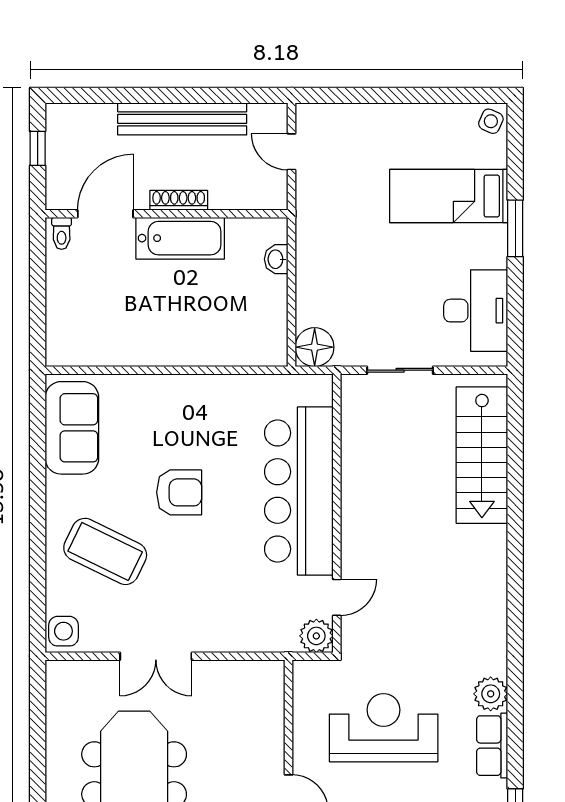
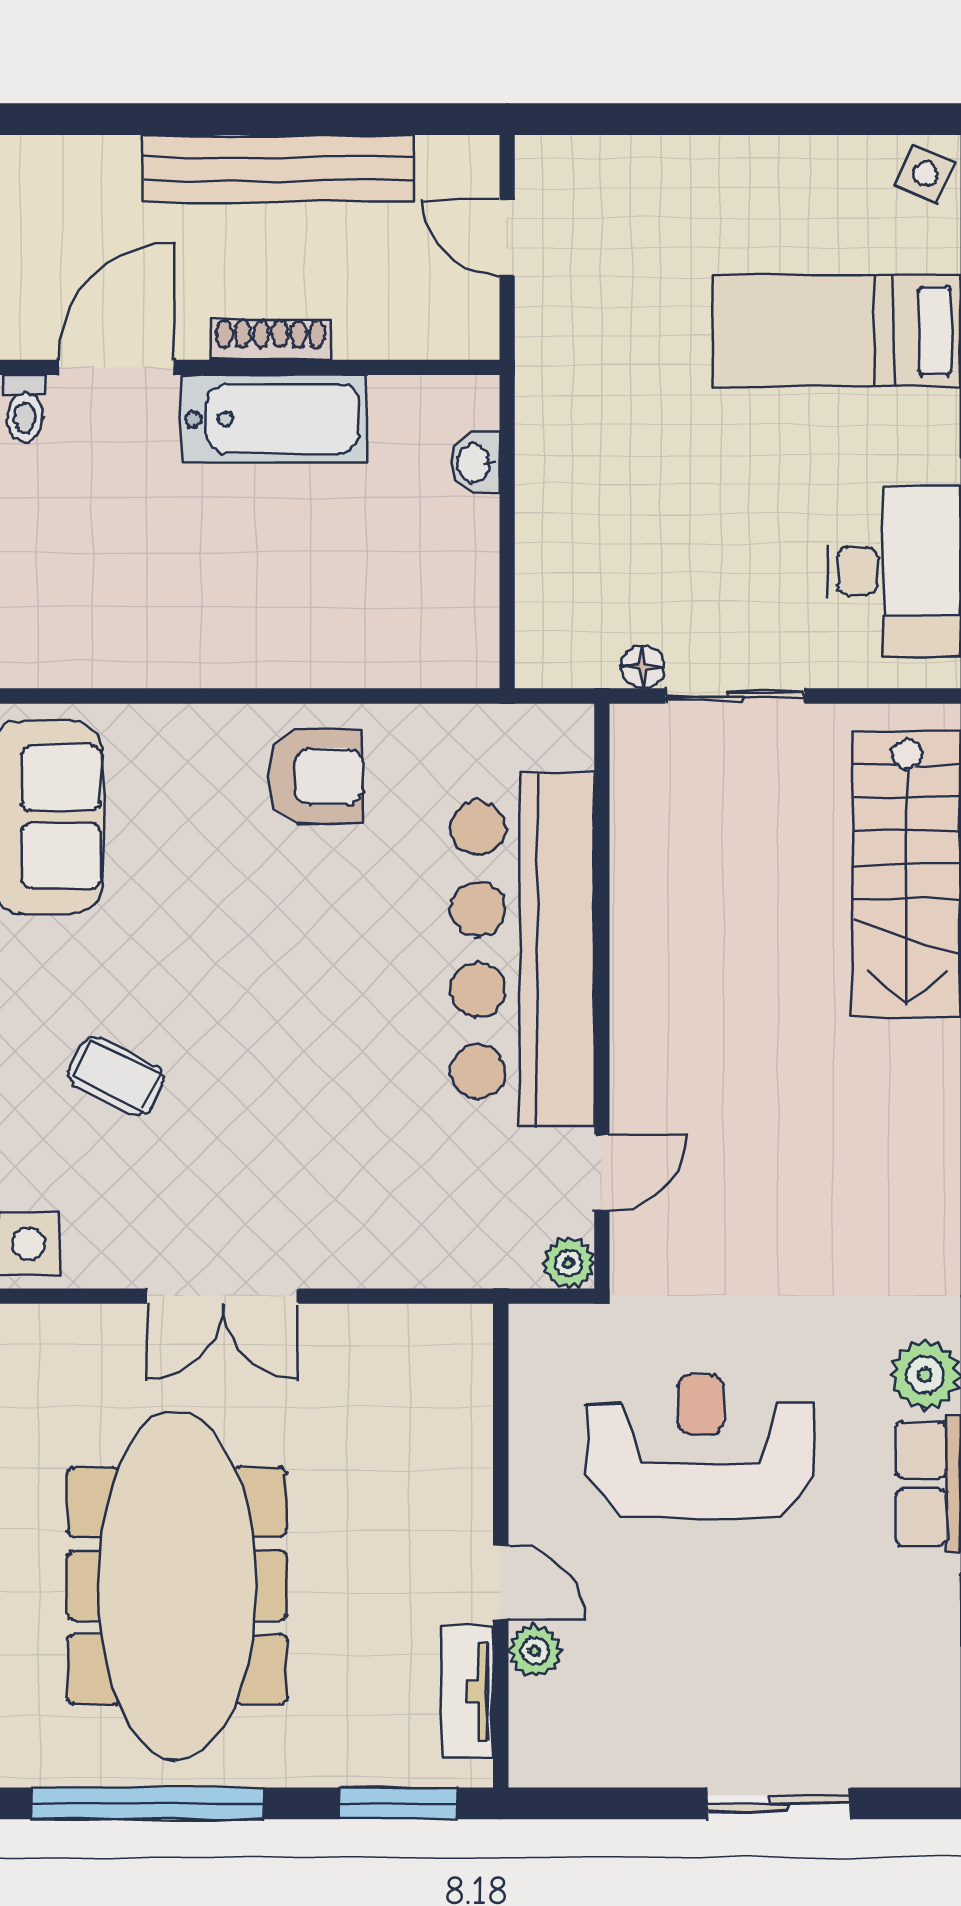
floor lamp: (315, 347) -> (643, 667), moved, width x0.53, depth x0.53
armchair: (179, 492) -> (316, 776), moved
coffee table: (105, 551) -> (116, 1076), width x0.54, depth x0.58
plant: (316, 636) -> (569, 1263), width x0.73, depth x0.73

